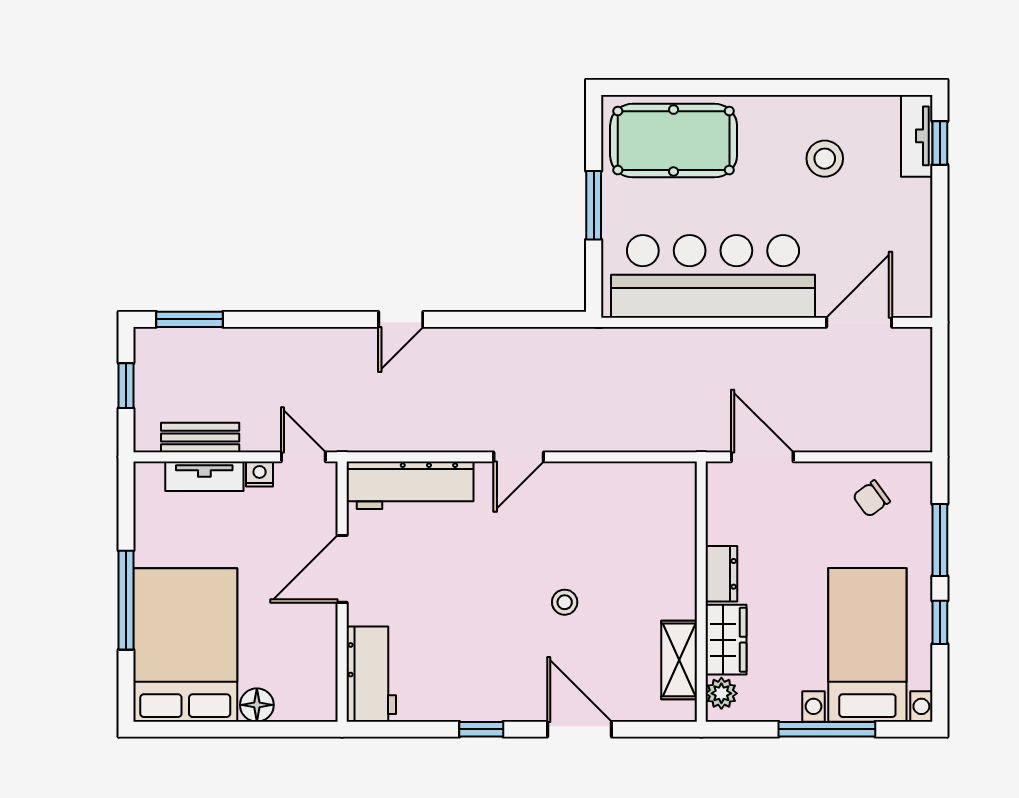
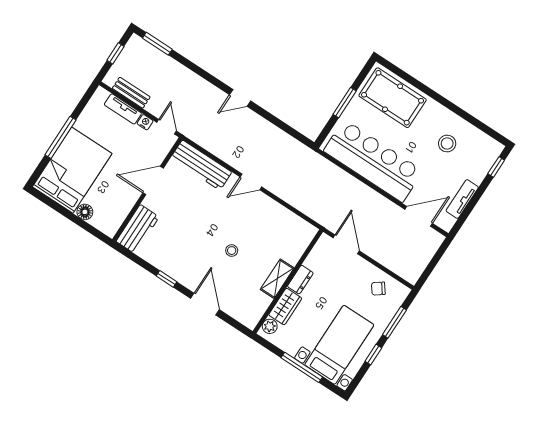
tv unit: (917, 136) -> (462, 199), moved
shelving: (679, 660) -> (277, 279), moved

